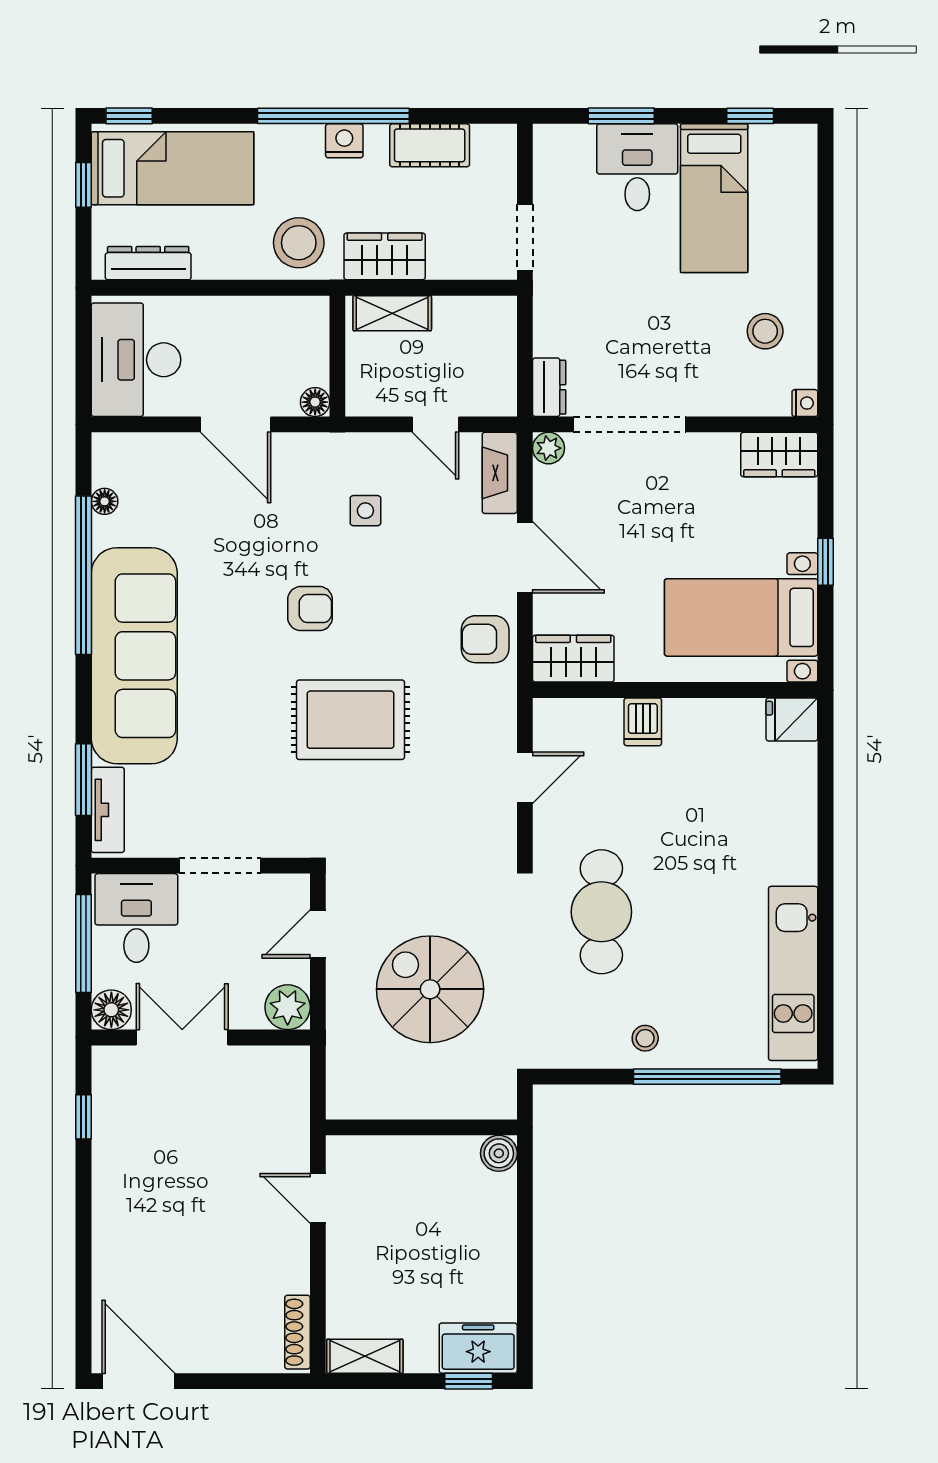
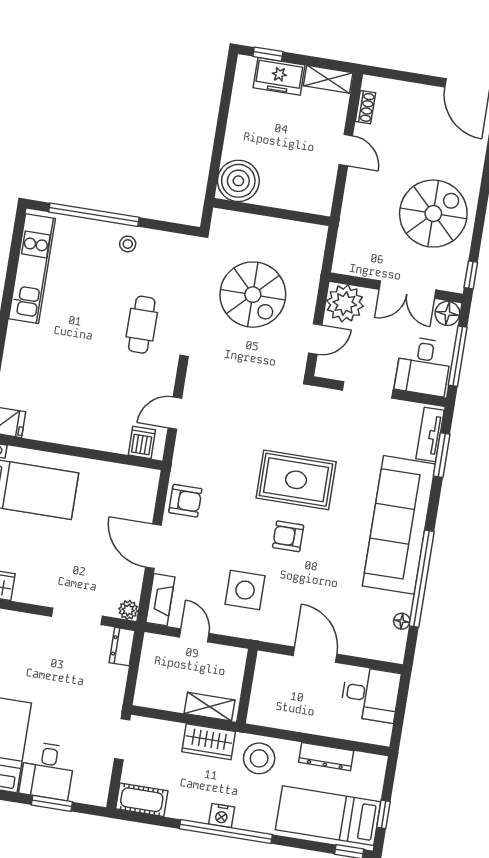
cot: (430, 145) -> (142, 800), moved
dresser: (148, 263) -> (326, 757), moved
desk: (136, 360) -> (370, 694), width x0.73
floor lamp: (315, 402) -> (265, 661), removed
doorway: (630, 424) -> (77, 616), width x0.73
side table: (365, 511) -> (245, 590), width x1.87, depth x1.87
wardrobe: (573, 659) -> (134, 480), removed
rug: (350, 720) -> (296, 480), moved
dishwasher: (643, 722) -> (142, 442), moved
cafe table: (601, 912) -> (142, 325), width x0.73, depth x0.74
plant: (288, 1007) -> (345, 303), width x1.36, depth x1.36
window: (84, 1117) -> (471, 275), moved
boiler: (499, 1153) -> (238, 181), width x1.86, depth x1.86
spiral stairs: (160, 1167) -> (433, 214), added
door: (318, 1198) -> (346, 150), moved
shoe rack: (297, 1332) -> (365, 107), width x0.70
freezer: (478, 1348) -> (279, 76), moved

